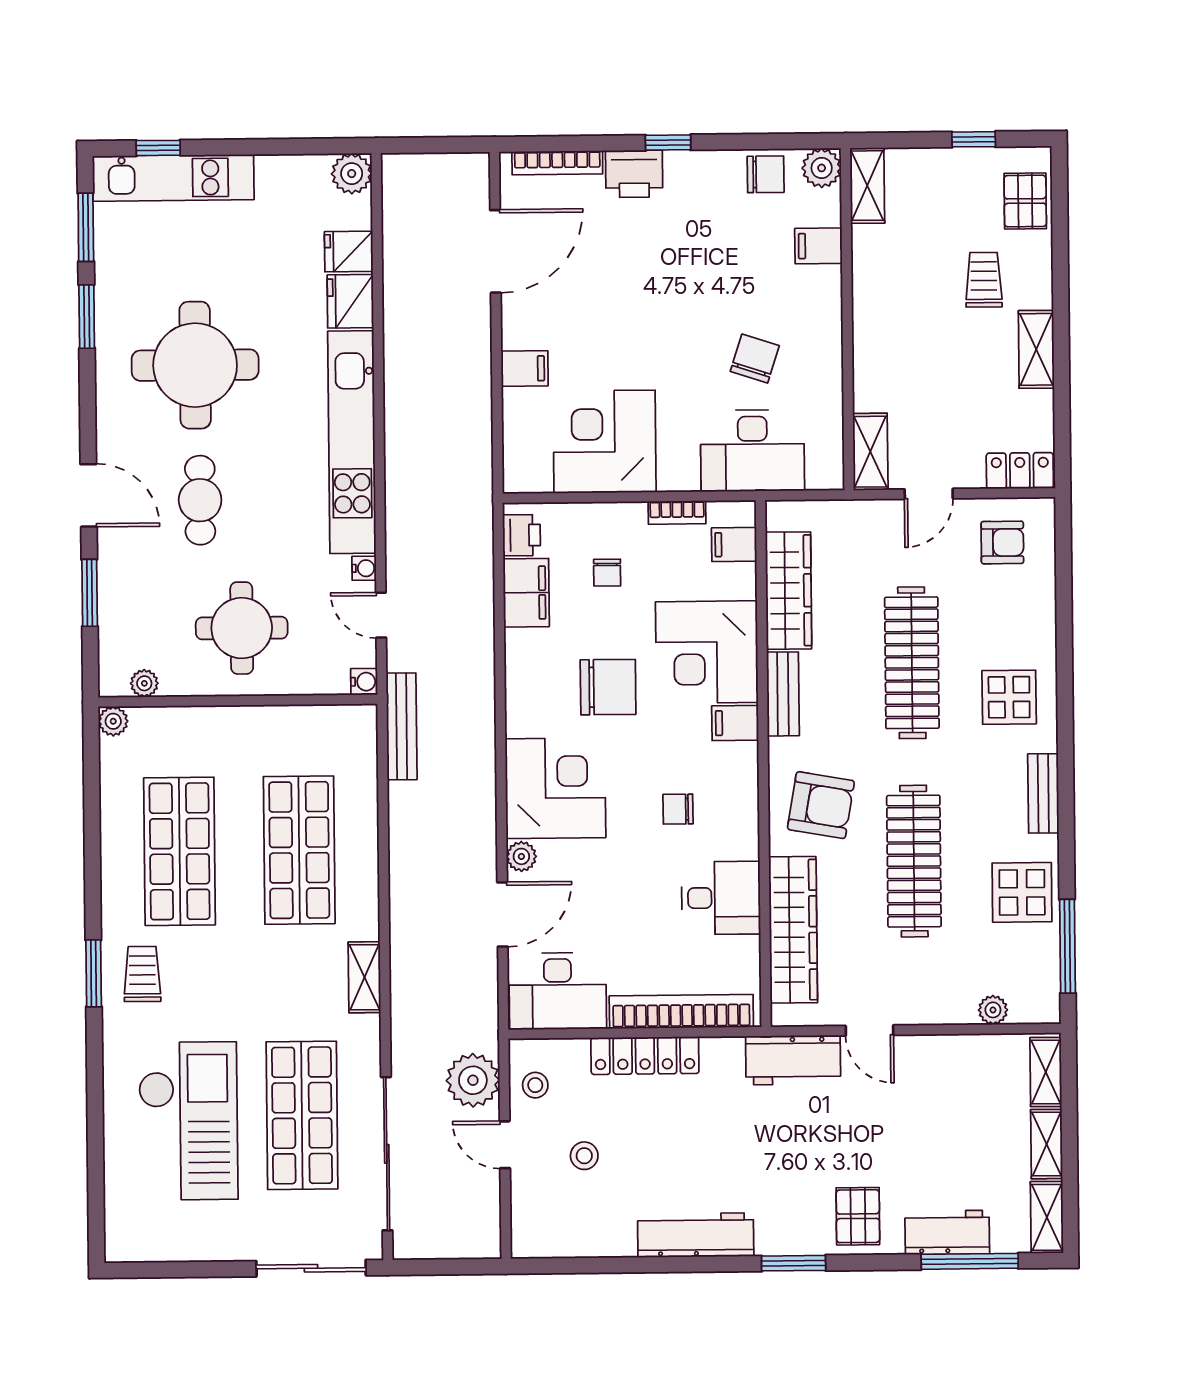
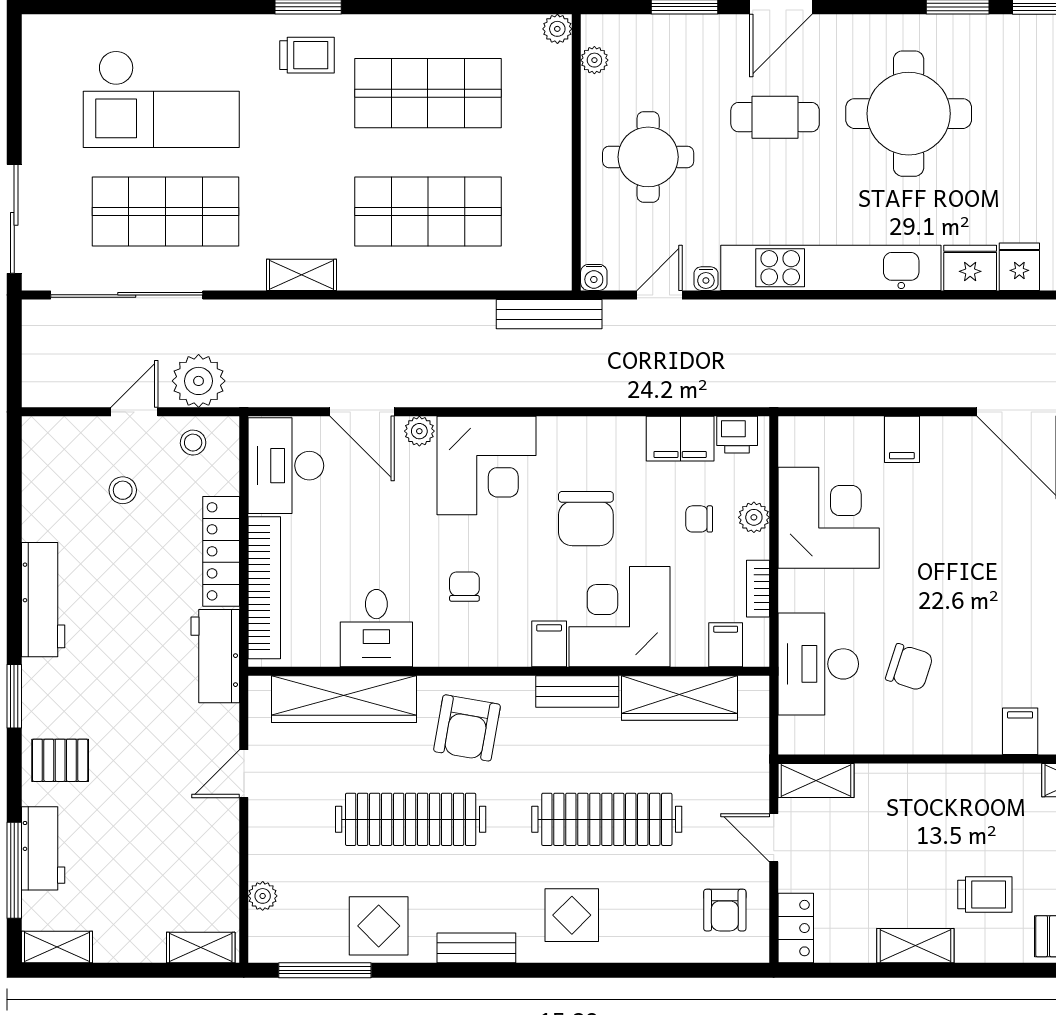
plant: (605, 517) -> (754, 517), added
workbench: (793, 1060) -> (215, 656), moved
shelving: (1047, 1144) -> (129, 948), removed

